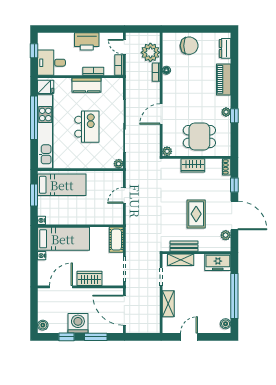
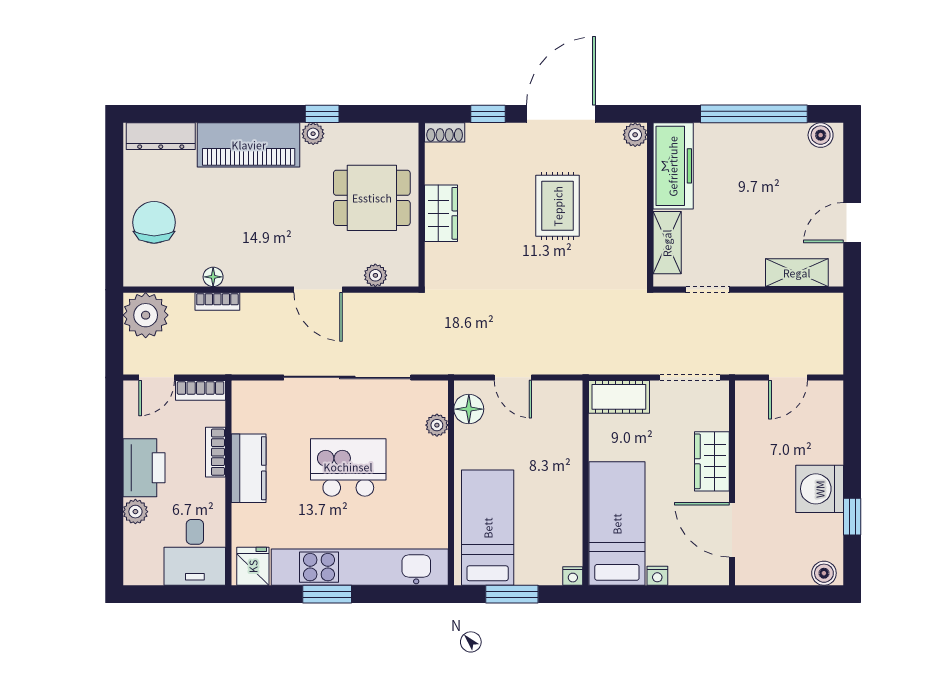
plant: (68, 38) -> (135, 512), added
dresser: (225, 48) -> (161, 136), width x1.44
window: (34, 51) -> (166, 594), removed
plant: (150, 52) -> (146, 315), moved
piano: (224, 79) -> (249, 145), width x1.37, depth x1.33
window: (34, 118) -> (327, 594), width x0.47
dining table: (199, 137) -> (372, 198), turned 90
plant: (167, 151) -> (375, 275), moved
plant: (119, 164) -> (437, 425), moved
floor lamp: (111, 177) -> (469, 409), added
rug: (196, 214) -> (558, 206), turned 90
plant: (226, 235) -> (635, 135), moved
bench: (184, 246) -> (634, 235), removed
freezer: (218, 262) -> (673, 166), width x1.40
shelving: (168, 304) -> (797, 273), moved
door: (124, 310) -> (788, 377), width x0.53
window: (96, 337) -> (852, 446), removed
door: (189, 337) -> (852, 223), hinge flipped

